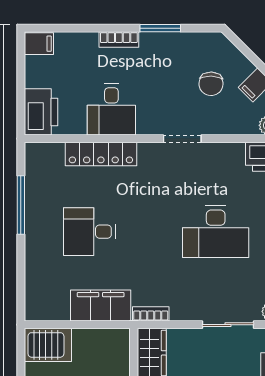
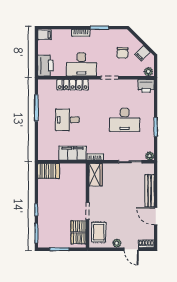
desk: (111, 109) -> (81, 64), width x1.37

